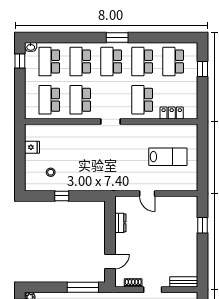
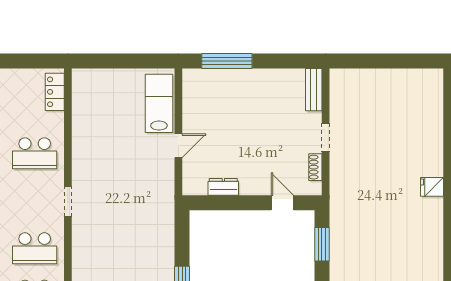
locker: (172, 113) -> (55, 92), moved
lab bench: (168, 157) -> (159, 103), moved
window: (202, 225) -> (227, 61), width x2.17
window: (83, 287) -> (322, 244), width x0.69

